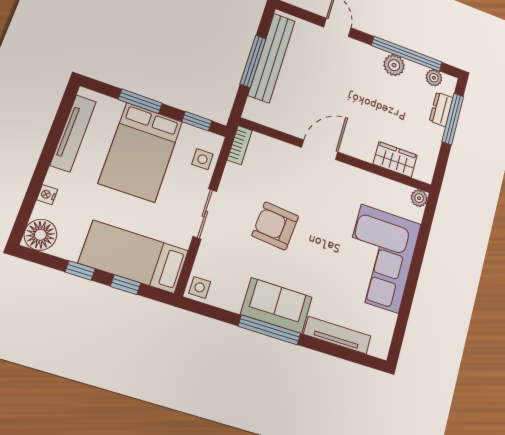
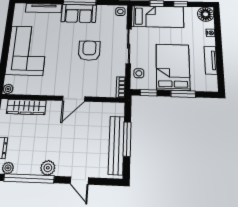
plant: (394, 65) -> (48, 168), moved
tv unit: (73, 133) -> (211, 60), width x0.71
wardrobe: (395, 160) -> (26, 107), width x1.50
sliding door: (205, 214) -> (129, 46), width x1.37
armchair: (275, 226) -> (89, 51), turned -95

